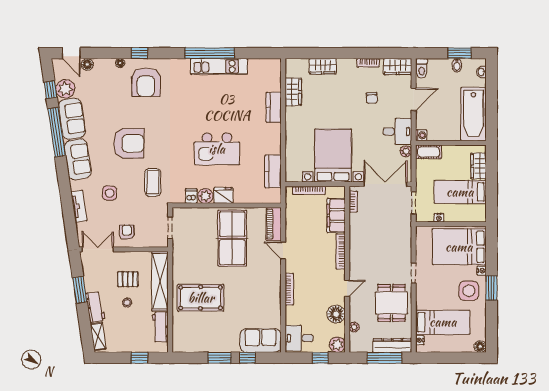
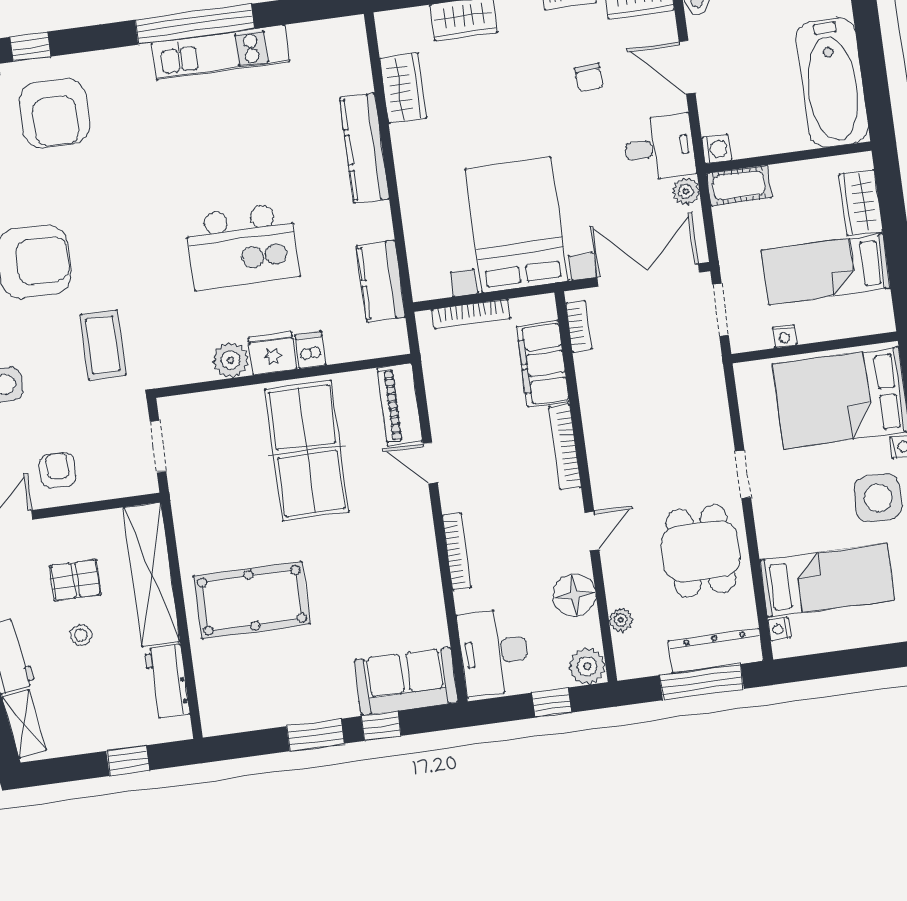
door: (414, 99) -> (687, 67), swing flipped
kitchen counter: (274, 107) -> (364, 148), width x1.50
dishwasher: (191, 196) -> (310, 350), moved
desk: (299, 338) -> (494, 652), width x1.37

